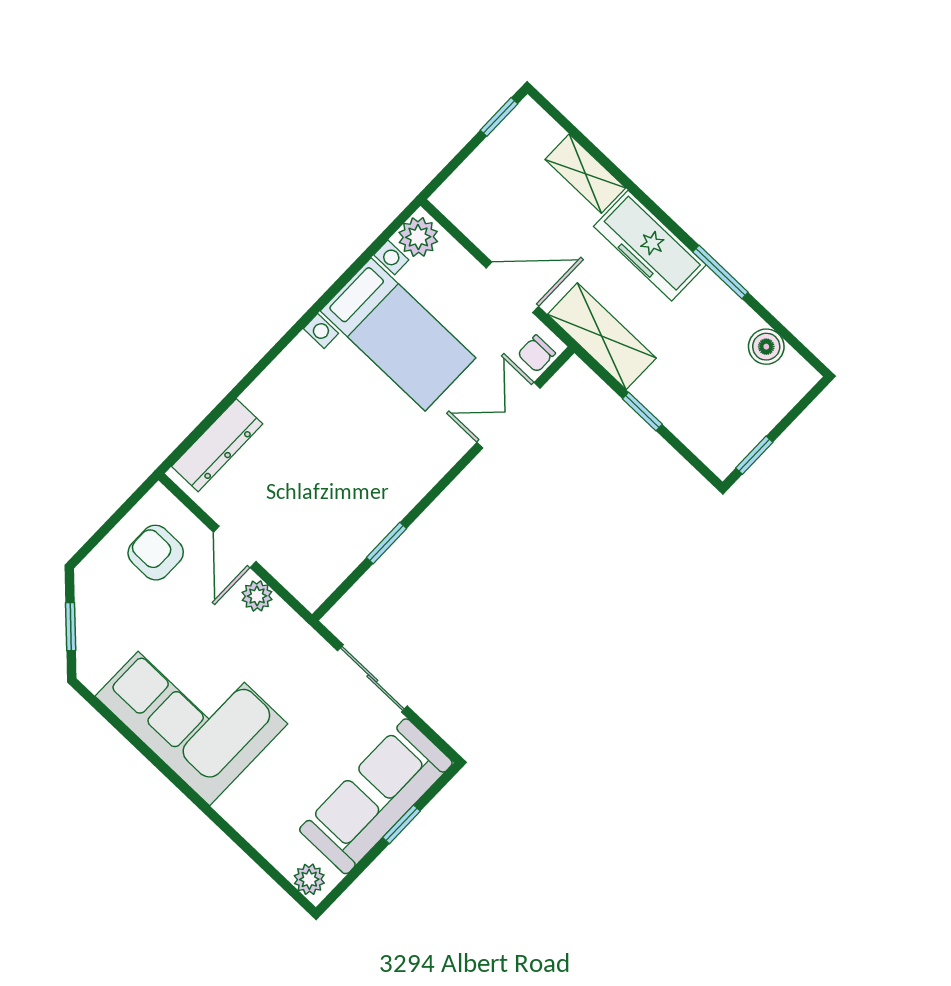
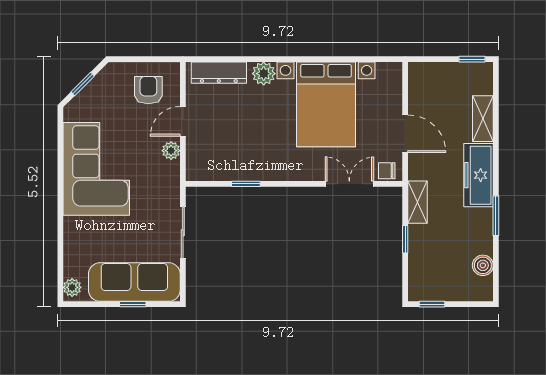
plant: (418, 237) -> (264, 74), moved
bed with nightstands: (398, 334) -> (326, 104), width x1.36
shelving: (602, 336) -> (418, 202), width x0.67, depth x0.75

